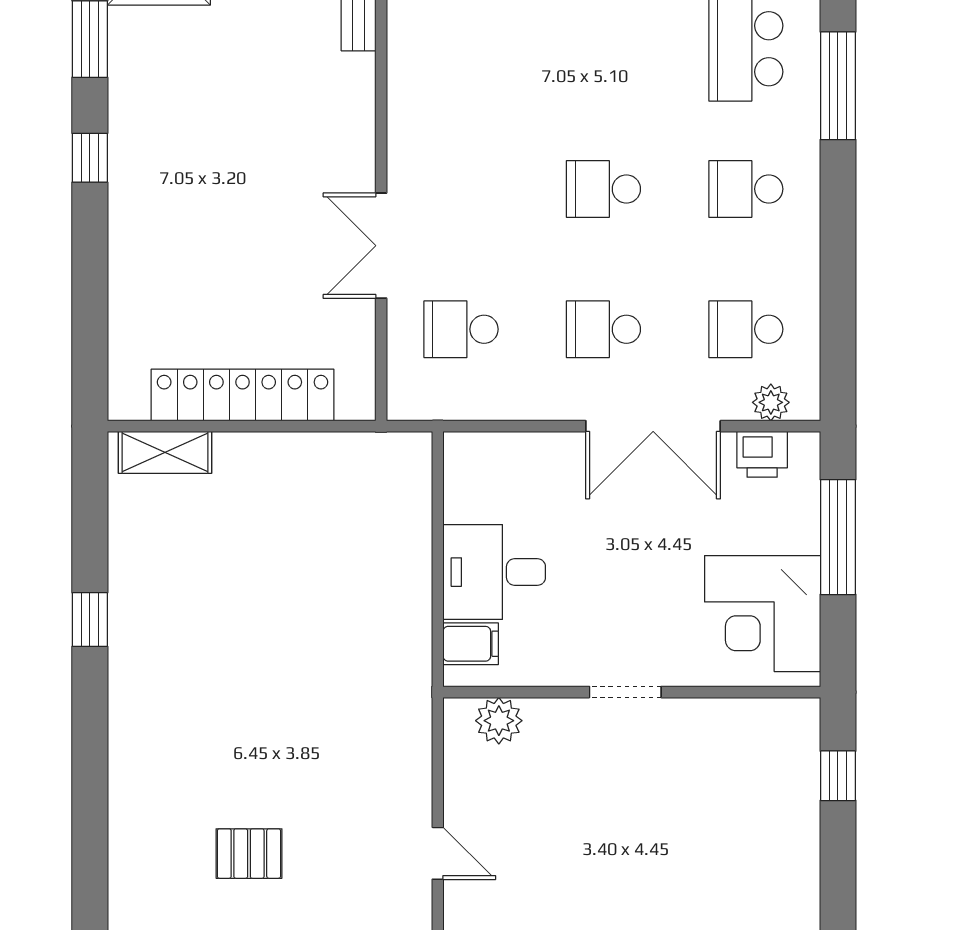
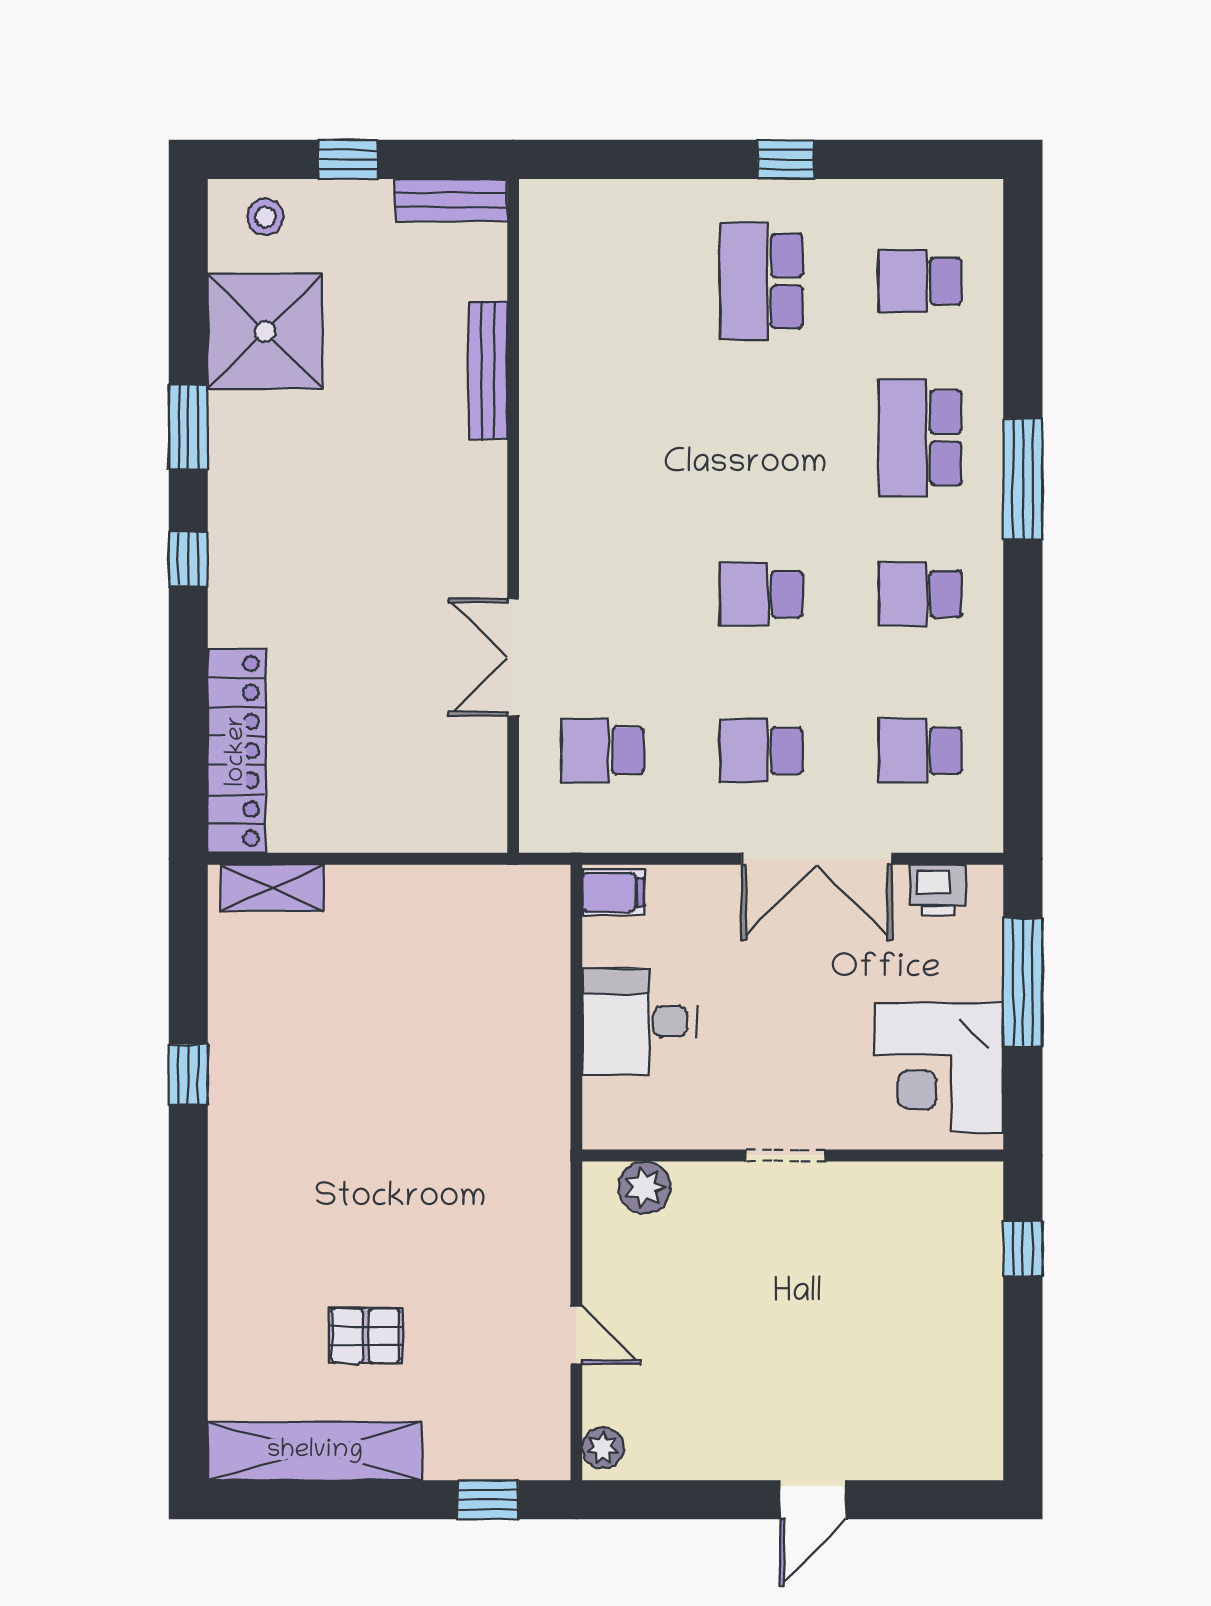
locker: (243, 395) -> (237, 751), moved, turned 90
plant: (771, 402) -> (948, 832), removed
filing cabinet: (471, 644) -> (613, 892), moved

